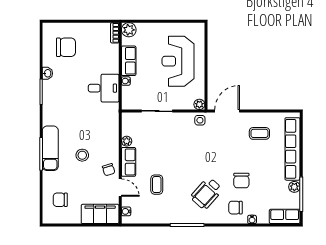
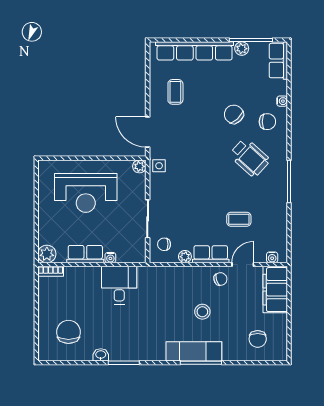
chair: (137, 124) -> (164, 244), added
chair: (241, 181) -> (234, 114), turned -134
chair: (235, 208) -> (267, 122), turned -90

